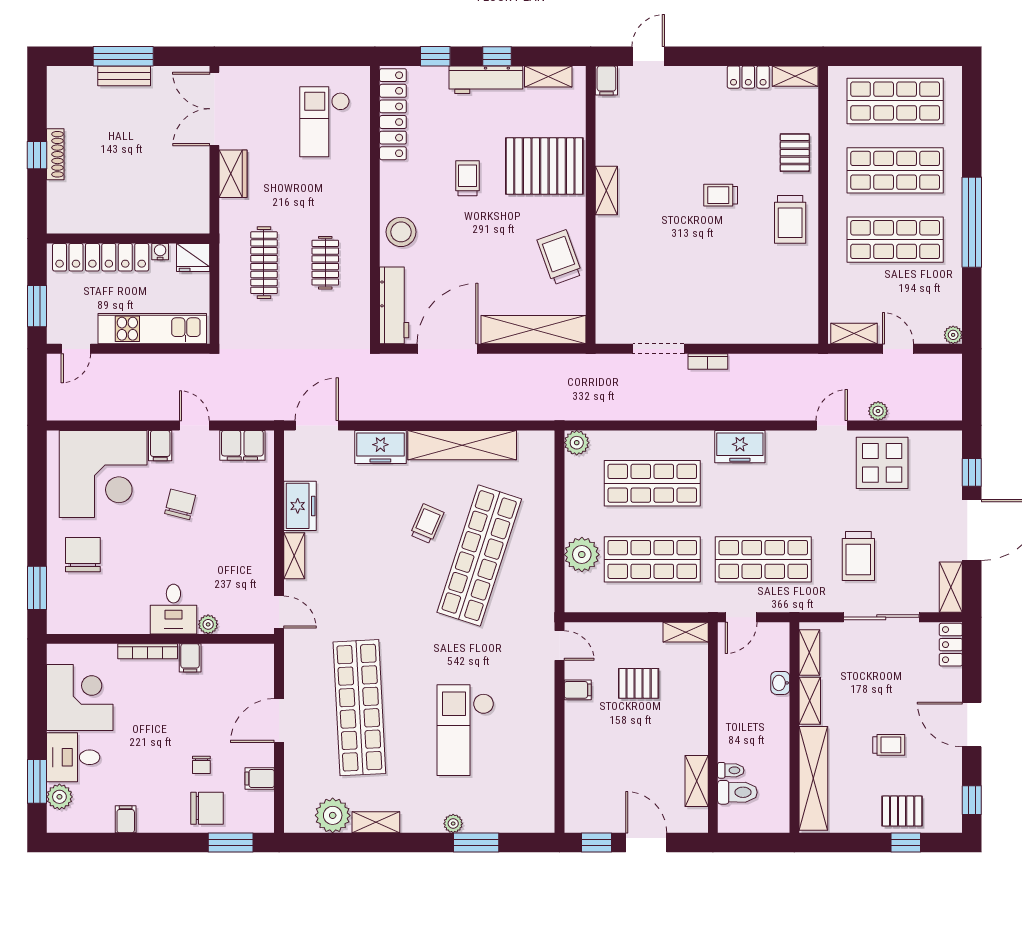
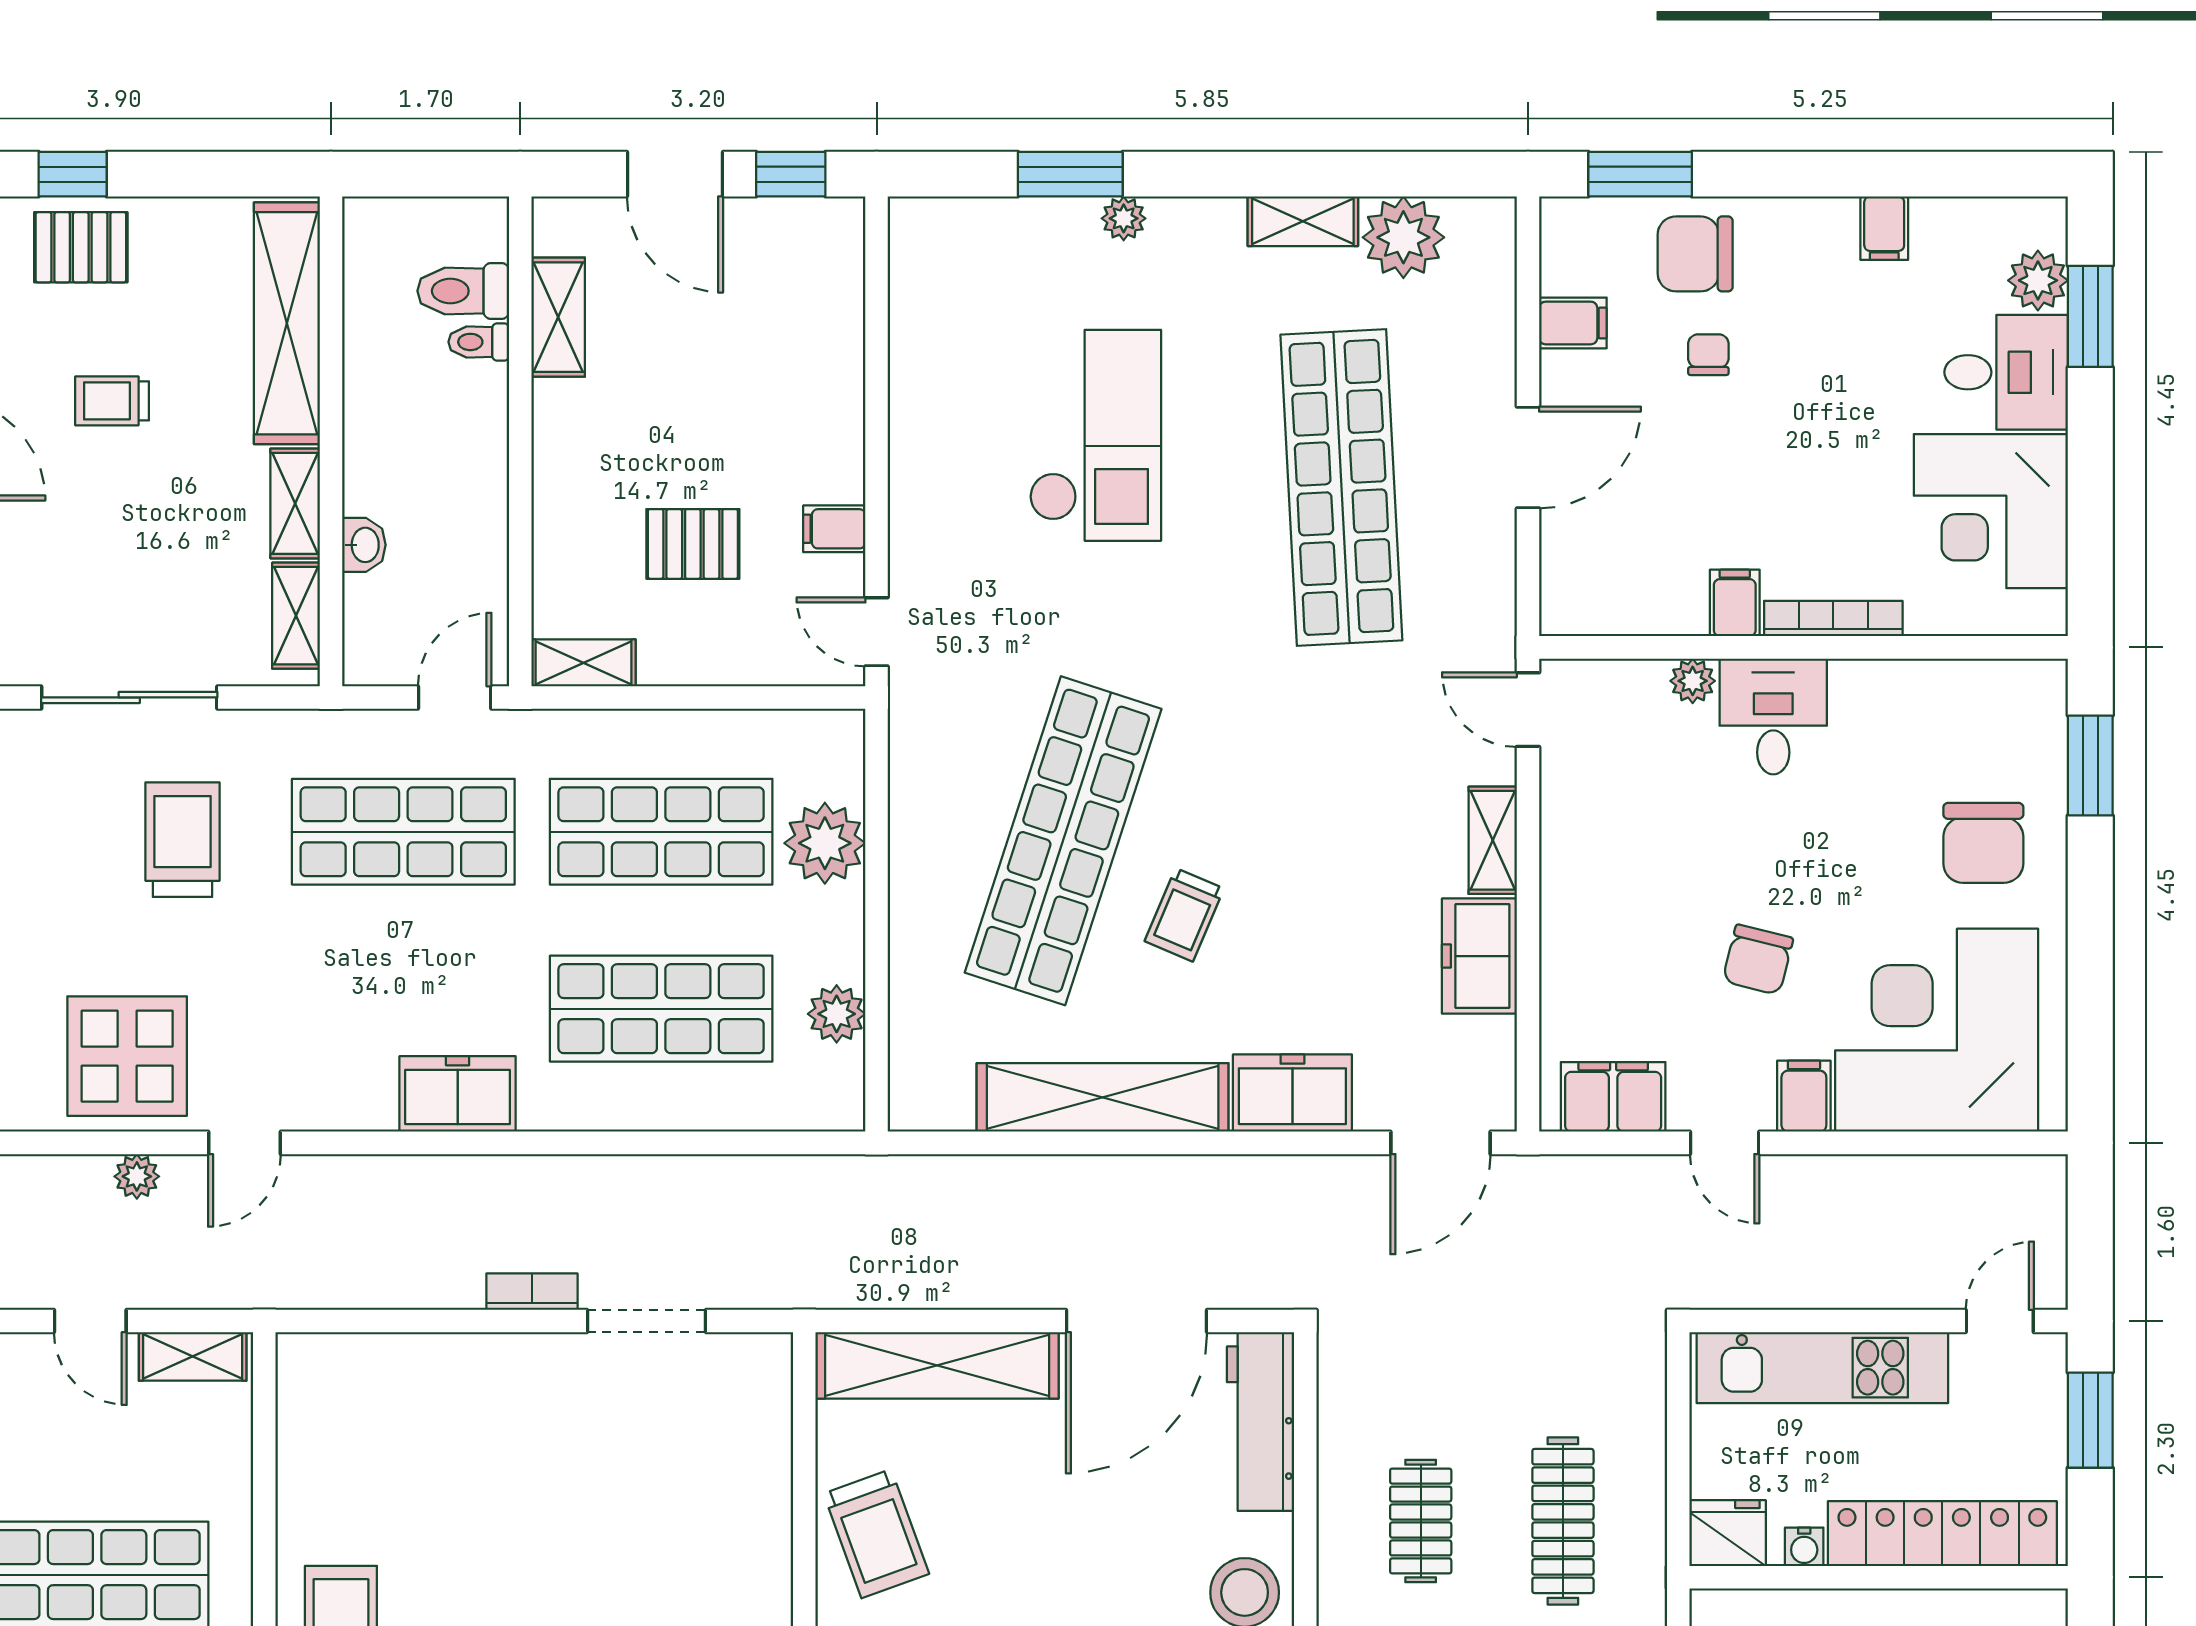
plant: (577, 443) -> (837, 1014), moved

